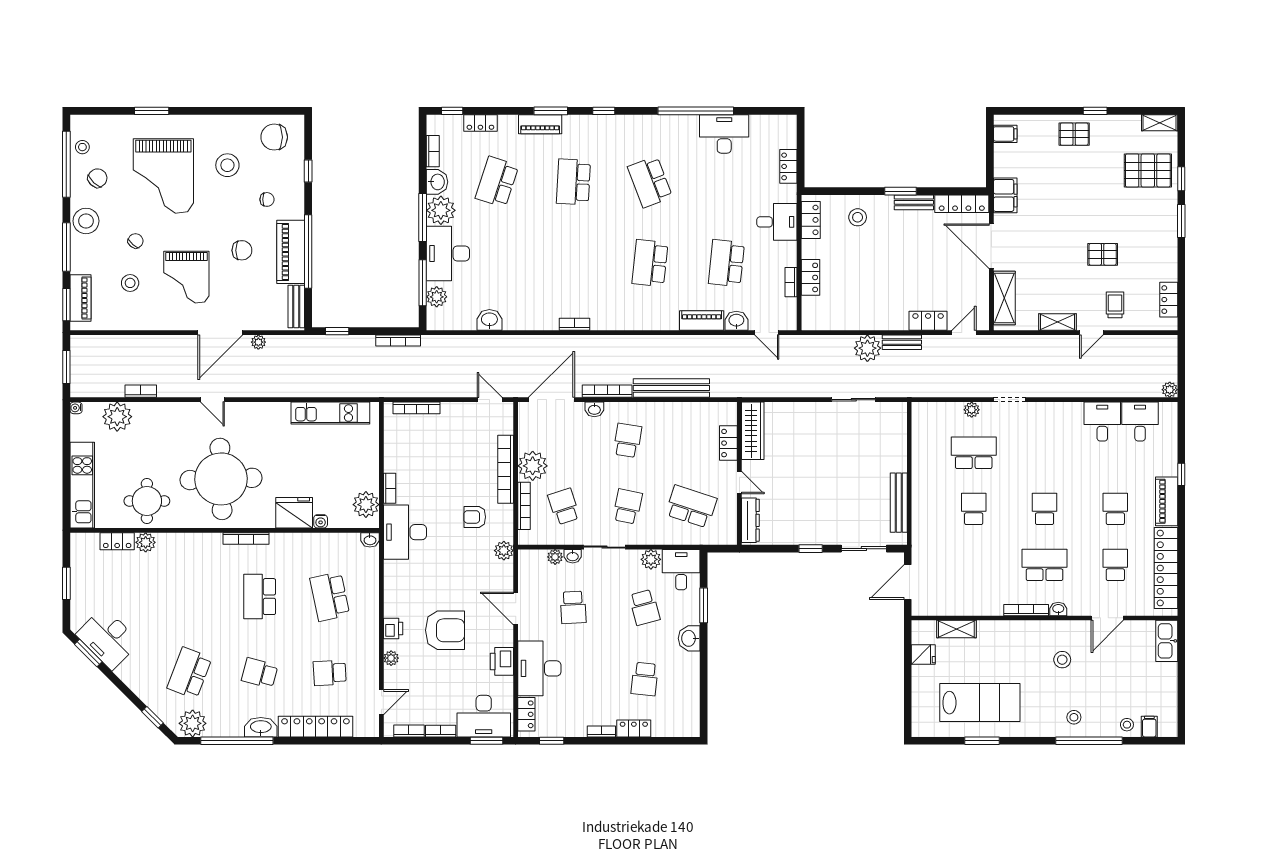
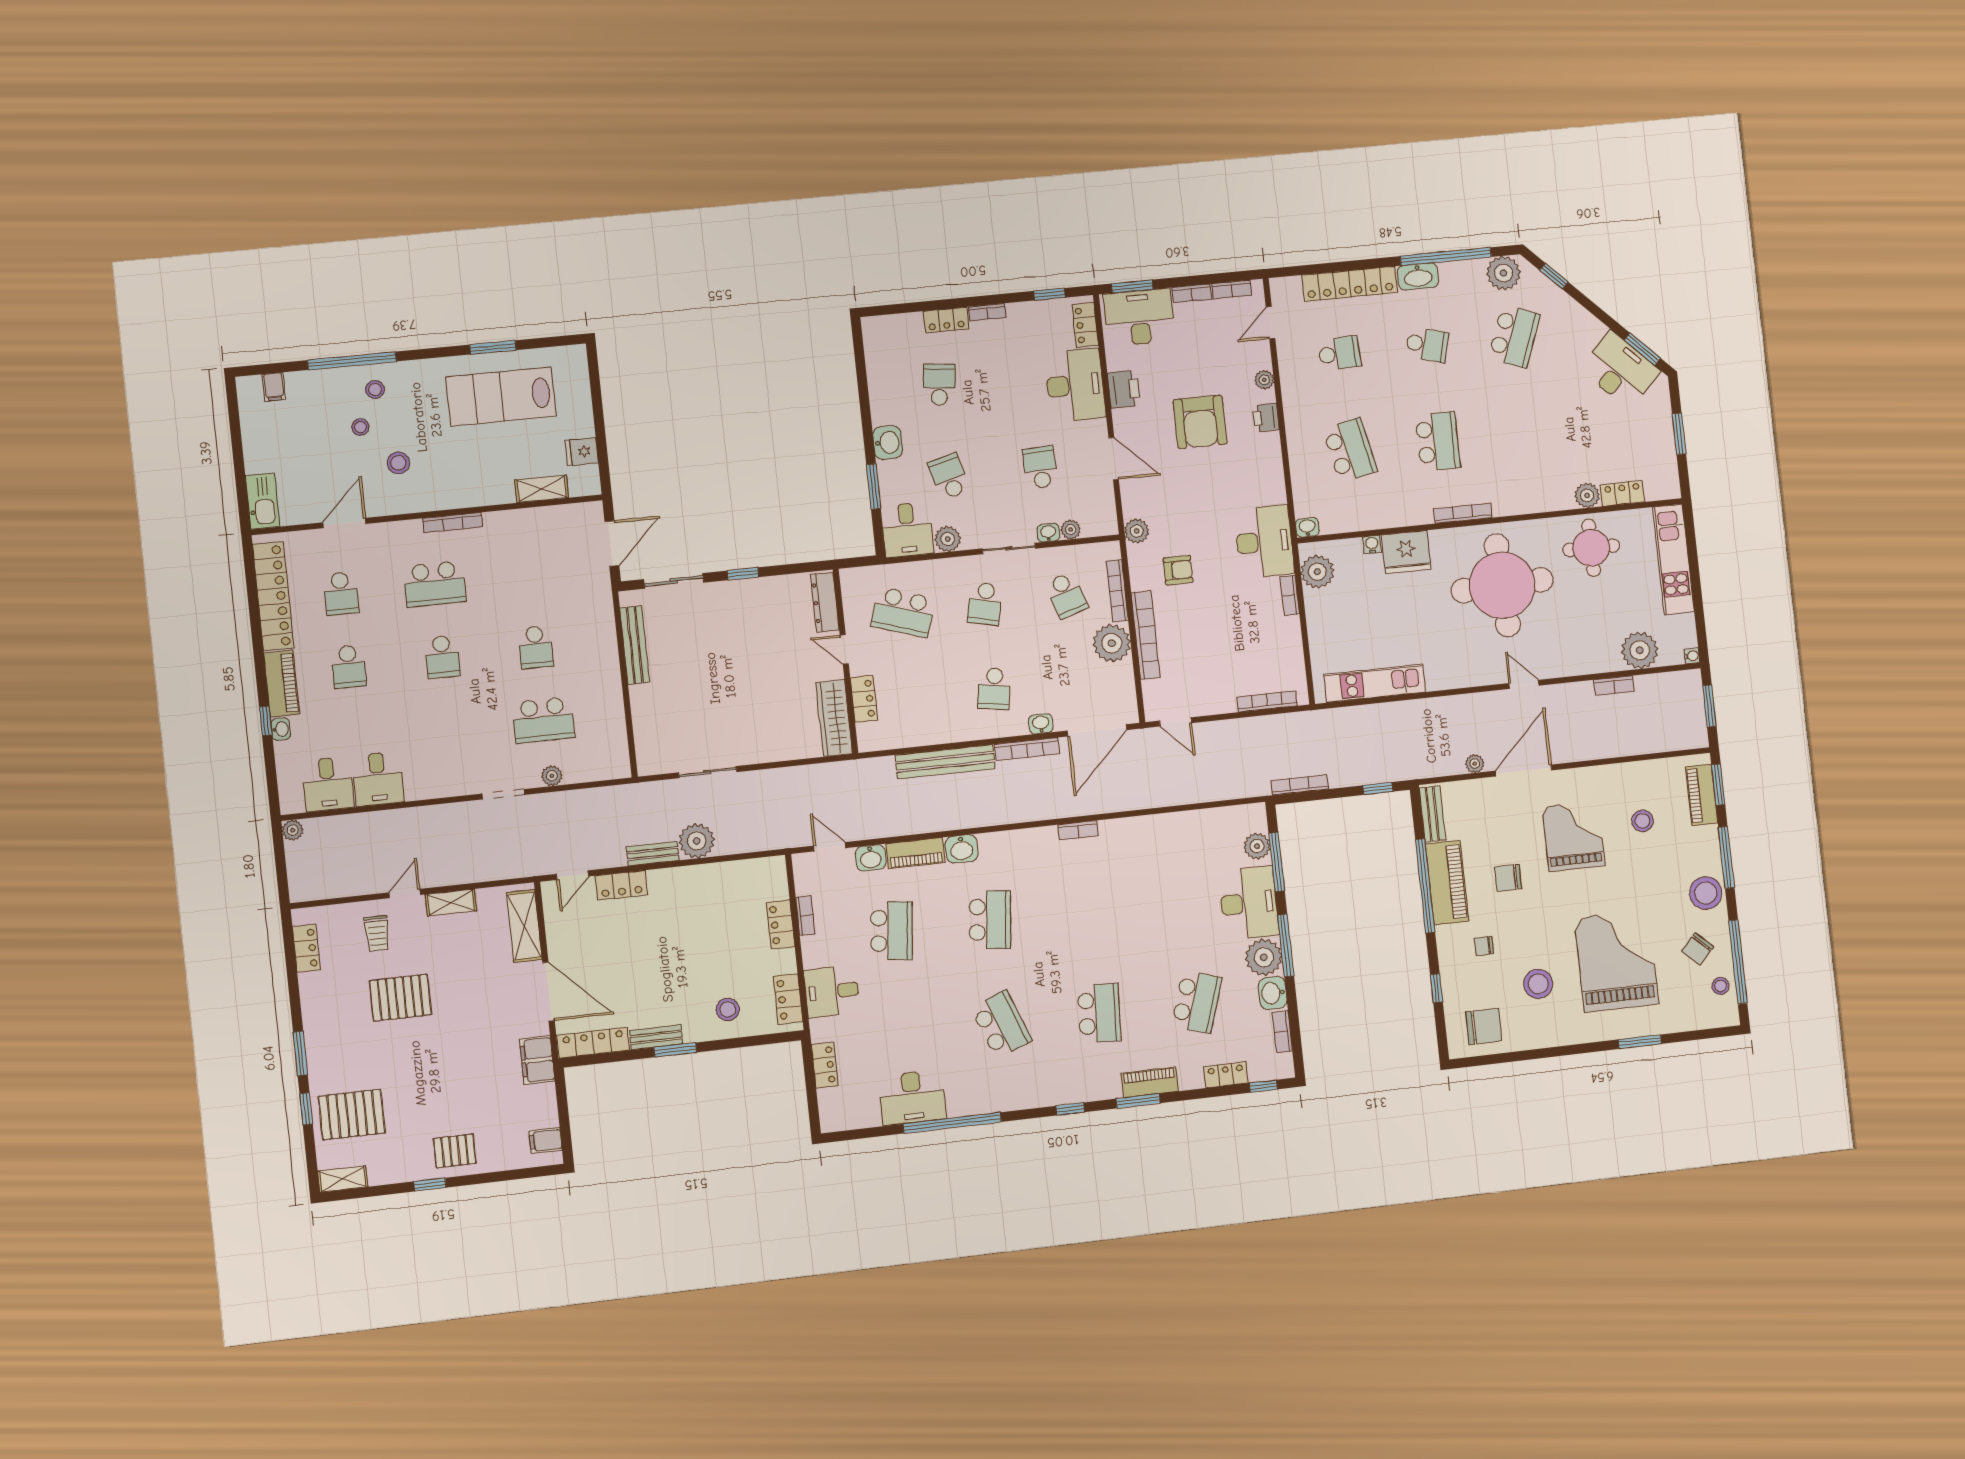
chair: (136, 241) -> (1642, 875), removed
pallet: (1103, 254) -> (400, 998), width x1.50, depth x1.42
washbasin: (489, 320) -> (962, 849), moved
washbasin: (1058, 609) -> (281, 729), moved, turned -90
armchair: (445, 630) -> (1200, 422), turned -90
stool: (1127, 725) -> (360, 427), moved

